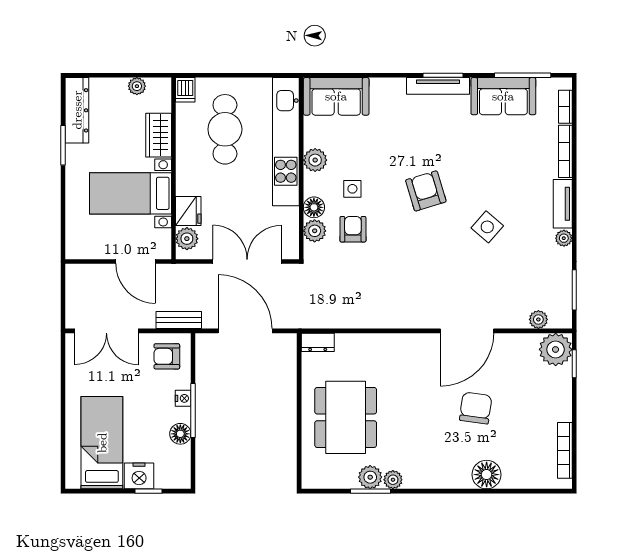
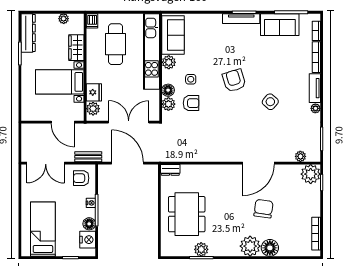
sofa: (336, 96) -> (173, 35), moved, turned -90
armchair: (353, 229) -> (191, 103), turned 90
nightstand: (139, 476) -> (88, 240), moved, turned -90
plant: (393, 480) -> (250, 246), moved, width x1.87, depth x1.87

